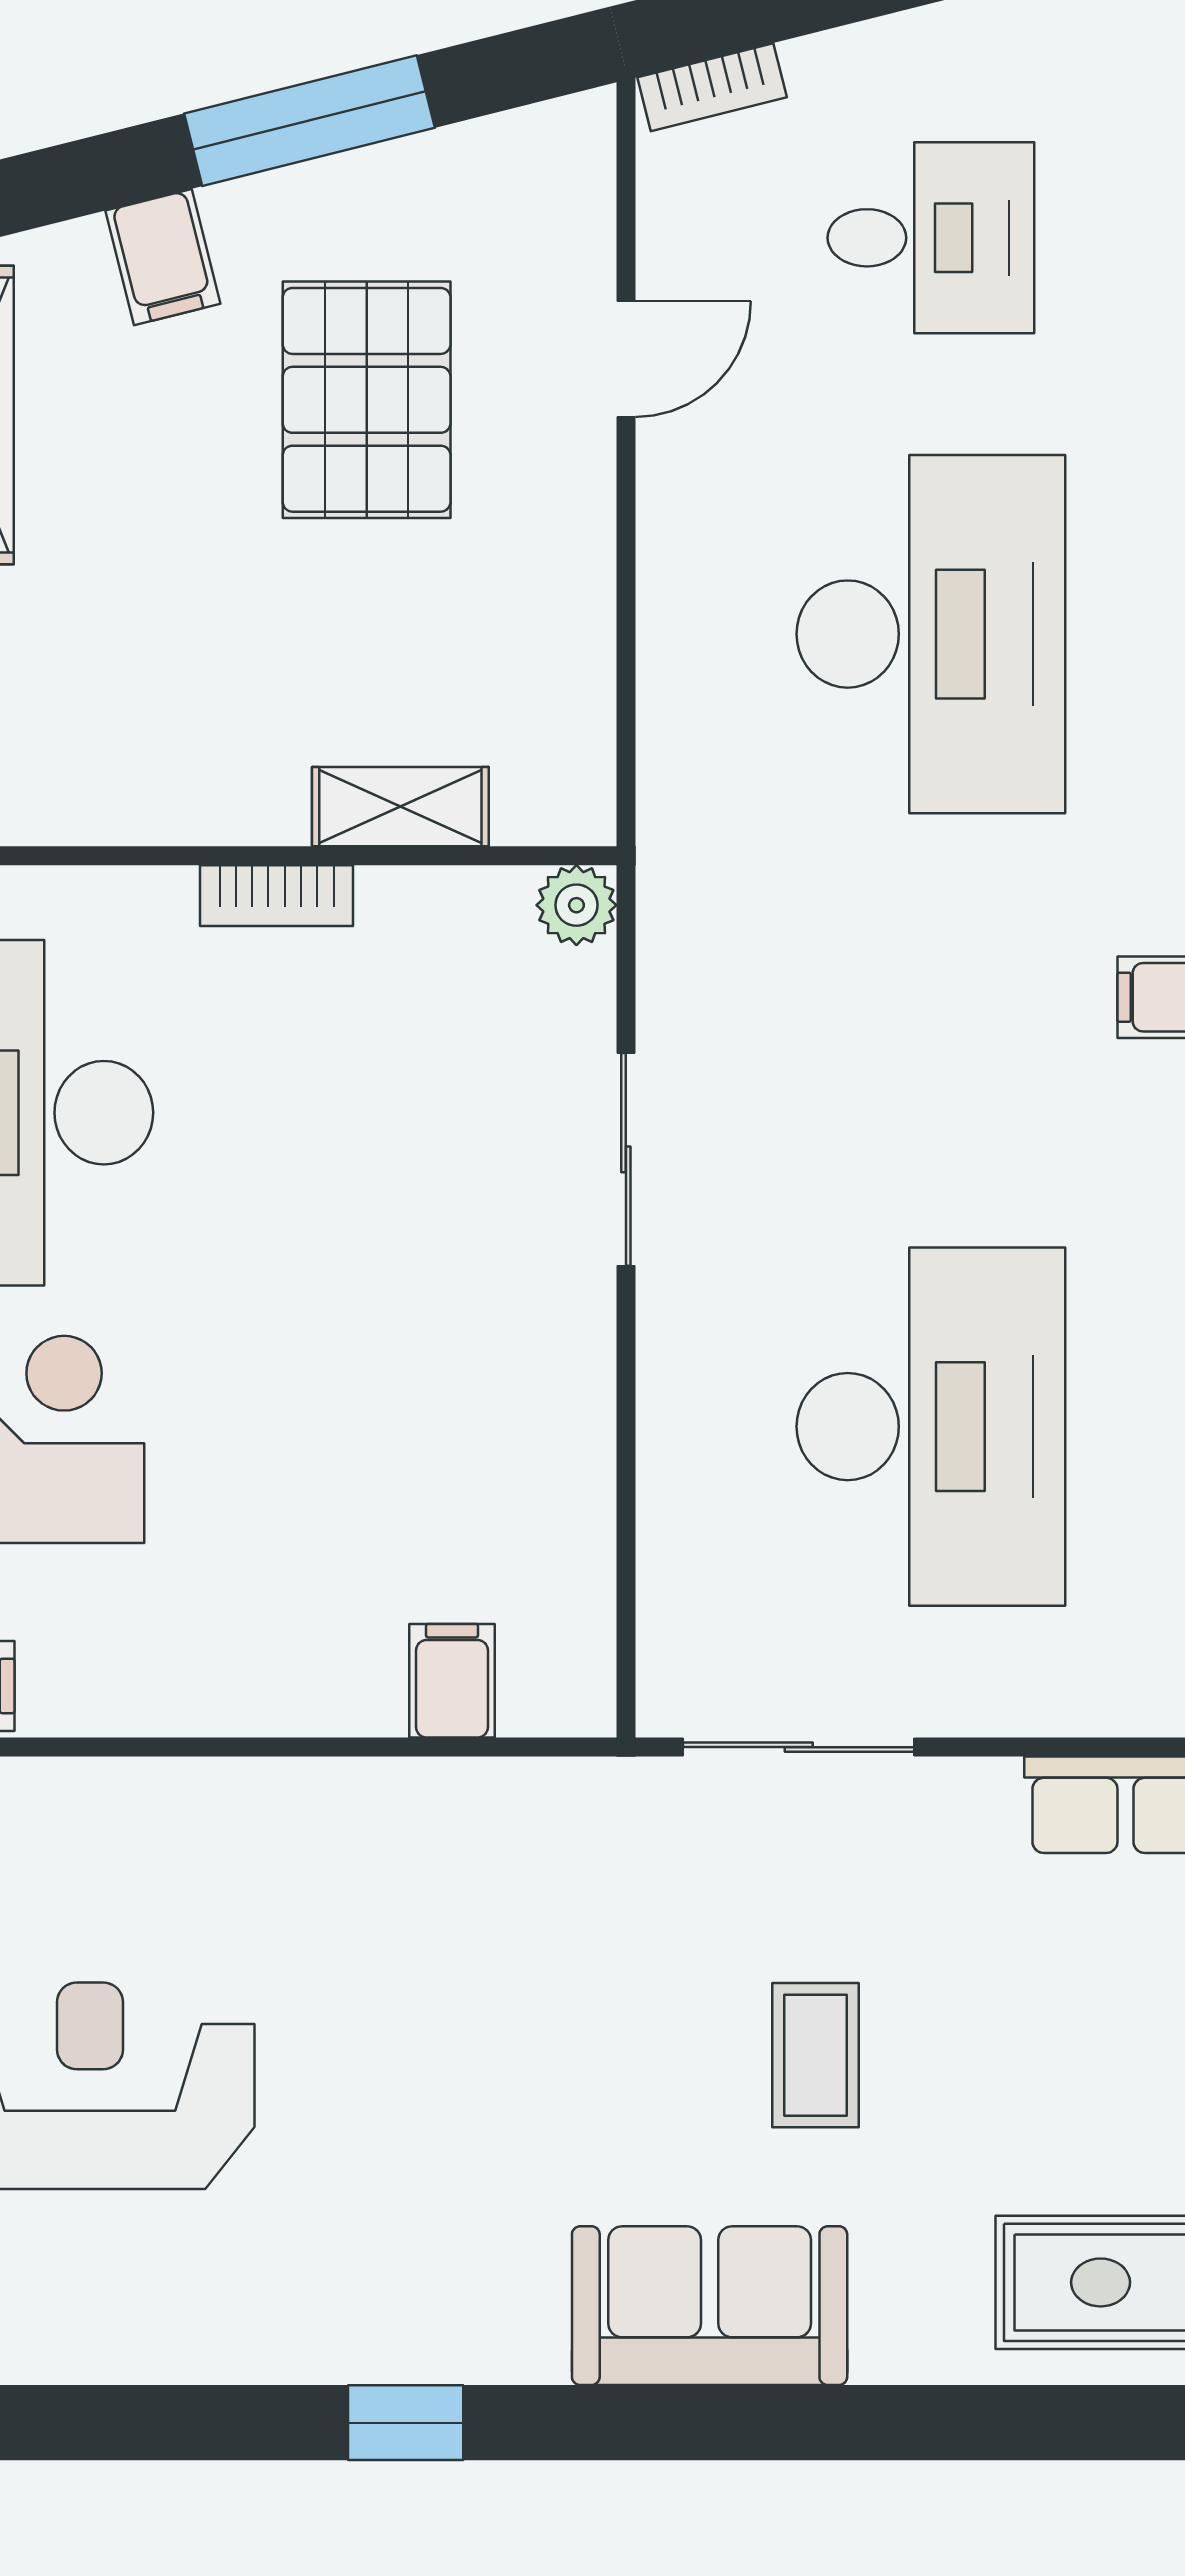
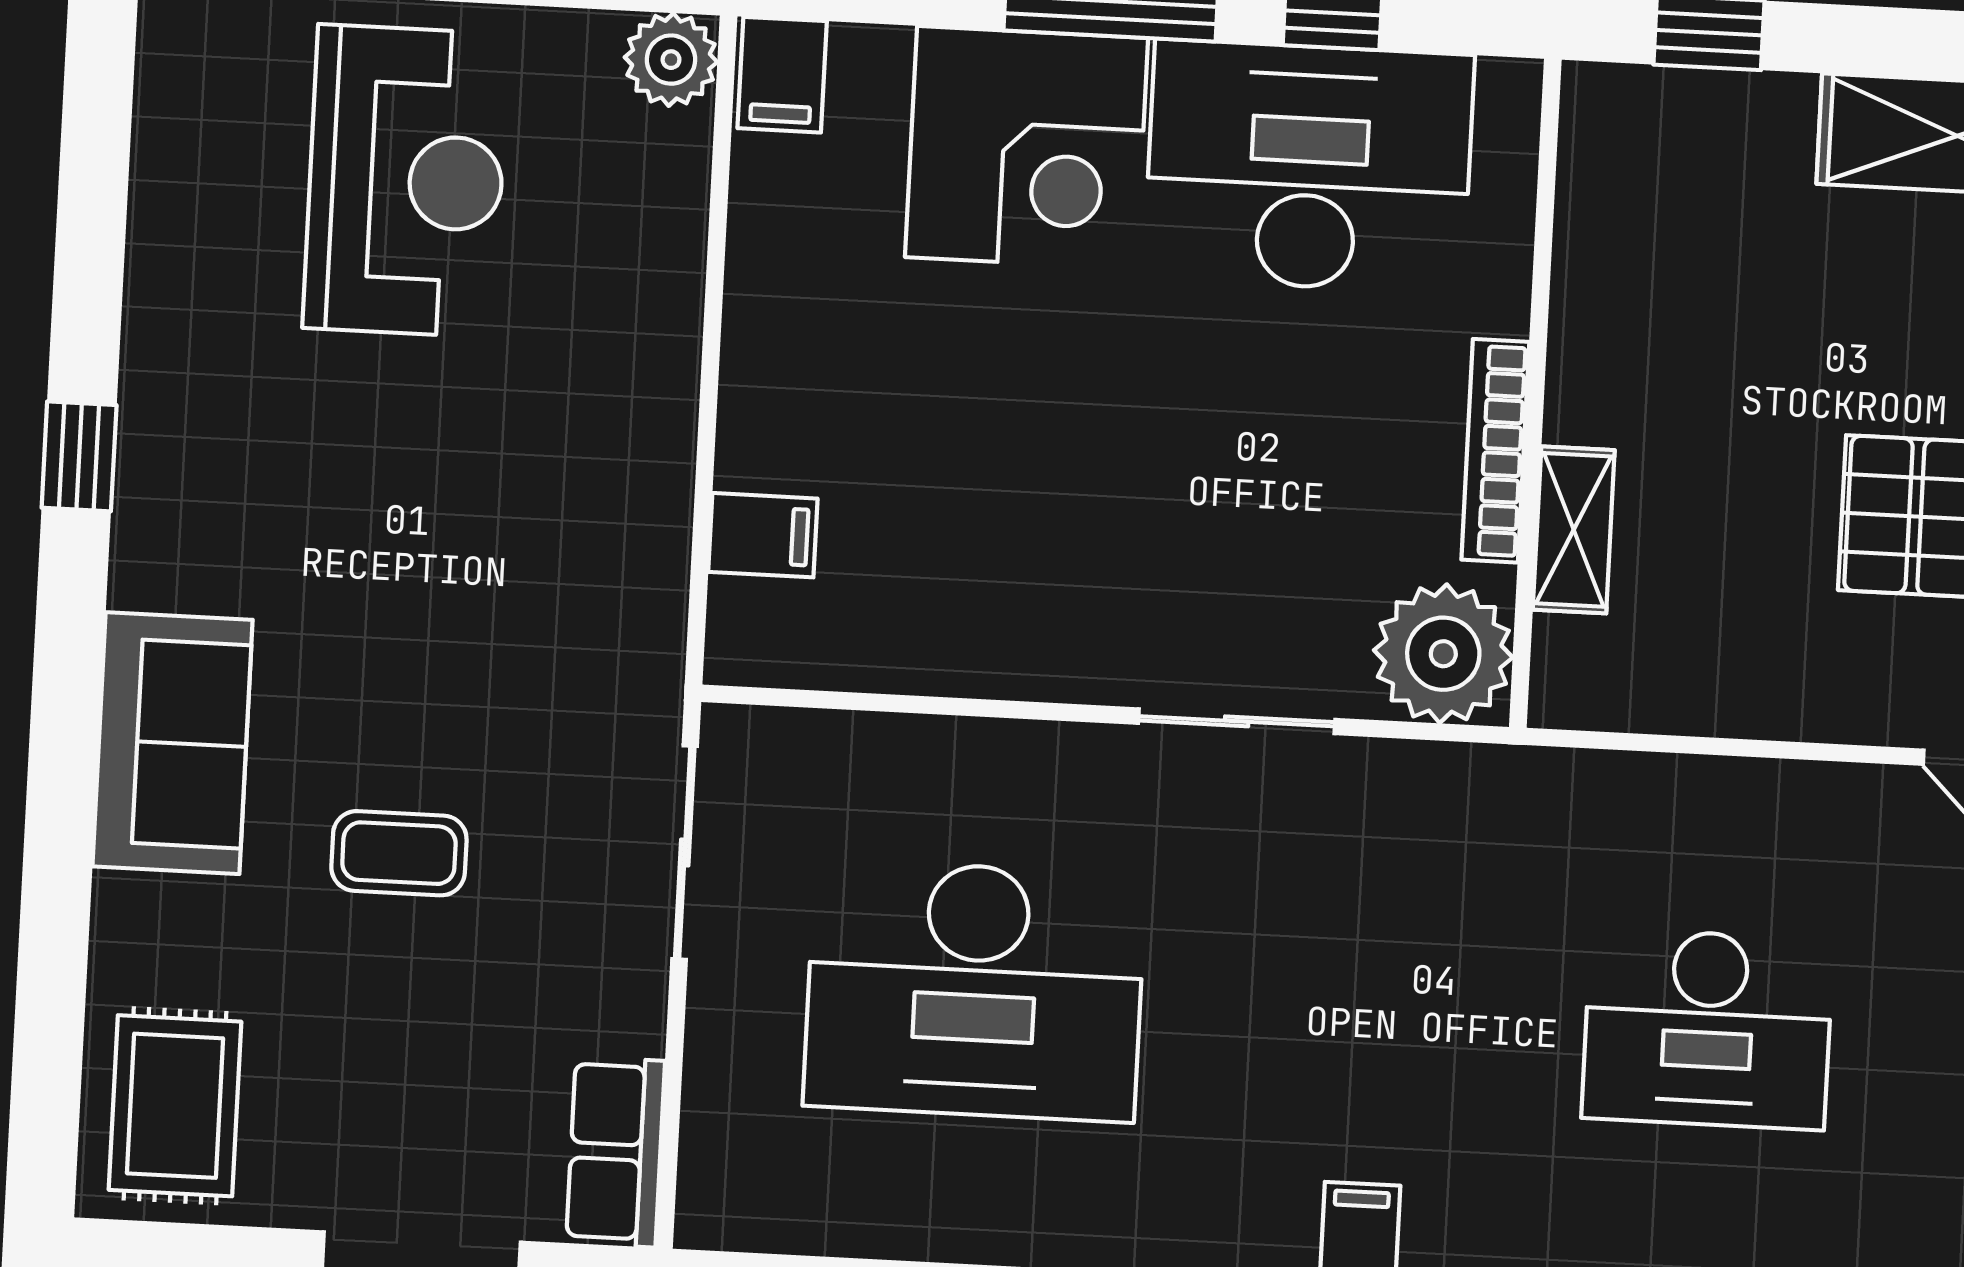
desk: (931, 634) -> (1707, 1029), width x0.73, depth x0.77
bookcase: (277, 896) -> (1495, 451), width x1.56
plant: (576, 905) -> (1443, 654), width x1.87, depth x1.87

